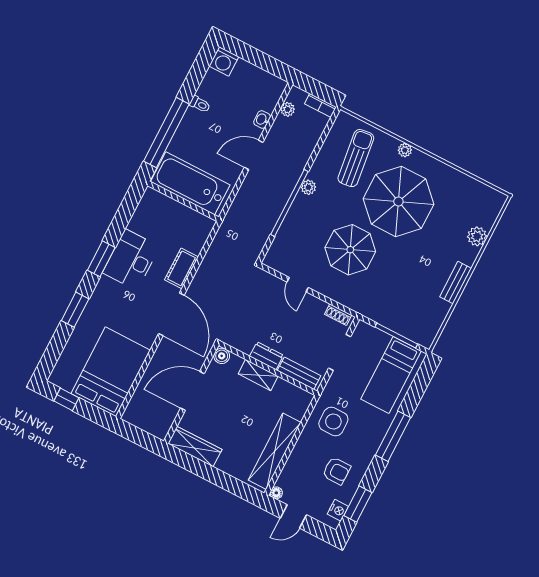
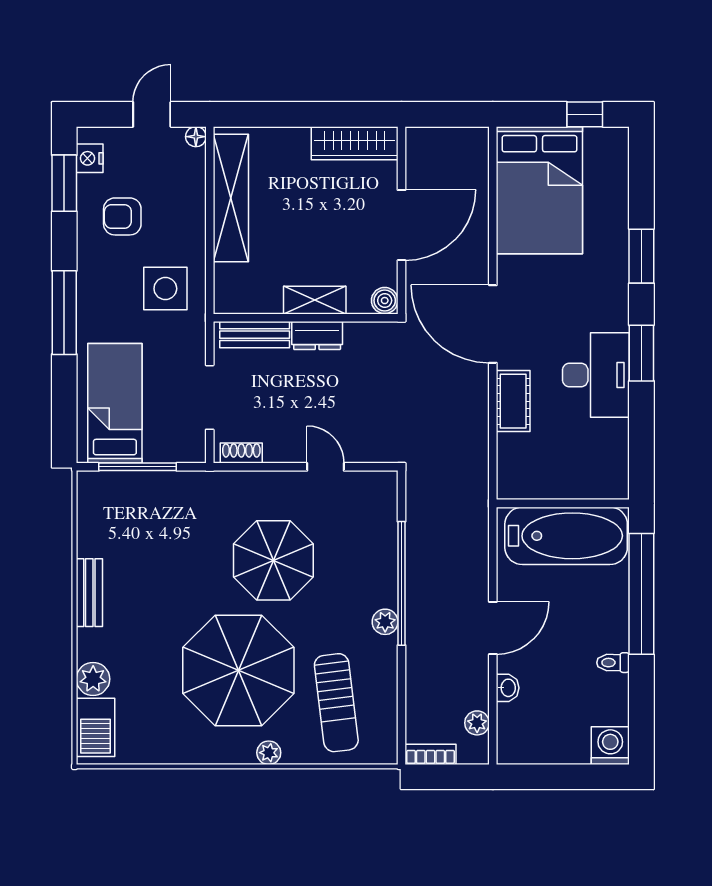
barbecue: (489, 210) -> (96, 727), added

